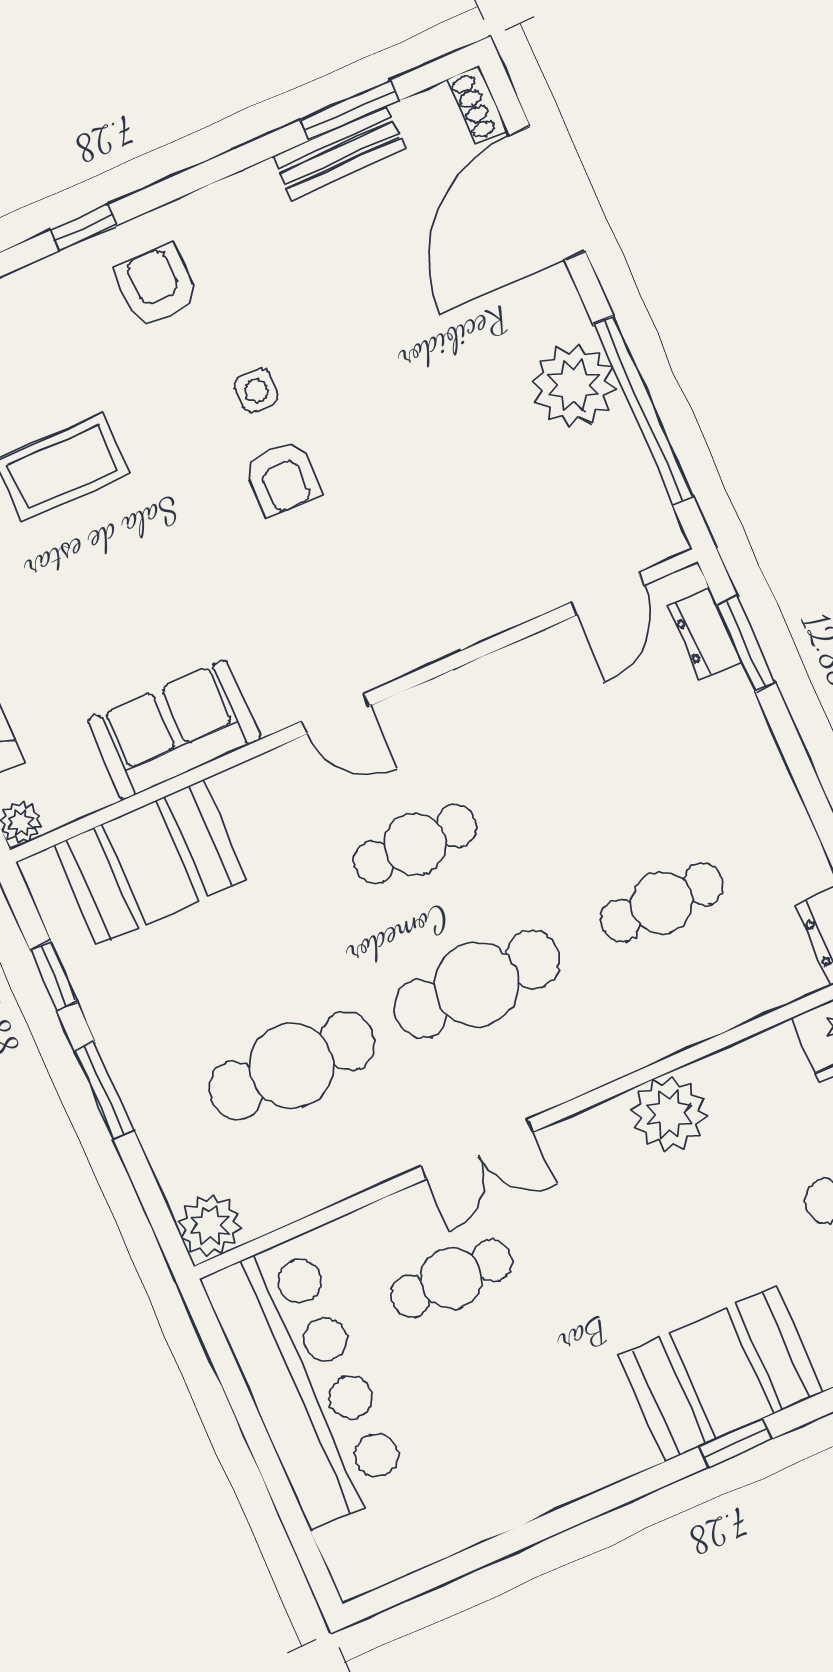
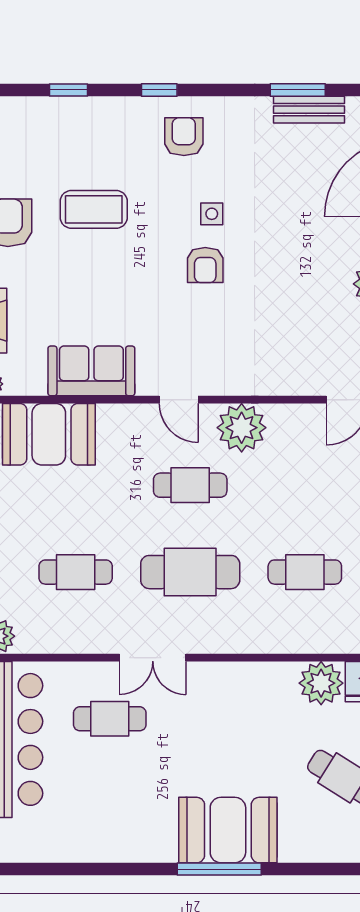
window: (350, 110) -> (298, 90), moved
plant: (457, 715) -> (242, 428), added
cafe table: (292, 1066) -> (76, 572), width x0.73, depth x0.74
plant: (669, 1114) -> (321, 683), moved
window: (735, 1443) -> (219, 869), width x2.17

